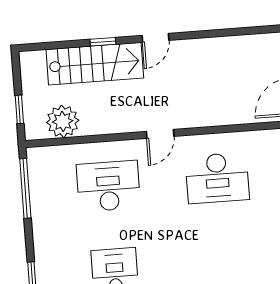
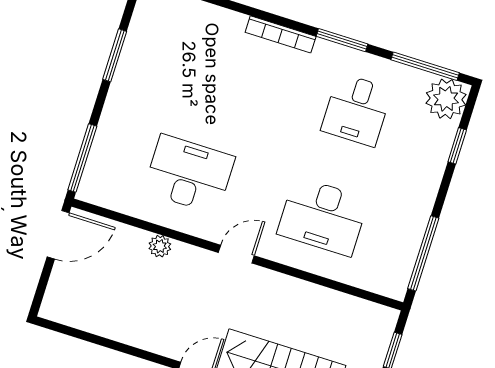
plant: (63, 121) -> (160, 246), moved, width x0.53, depth x0.53

